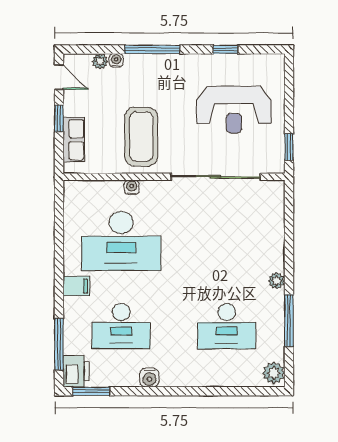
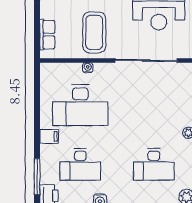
window: (59, 118) -> (37, 20), removed

